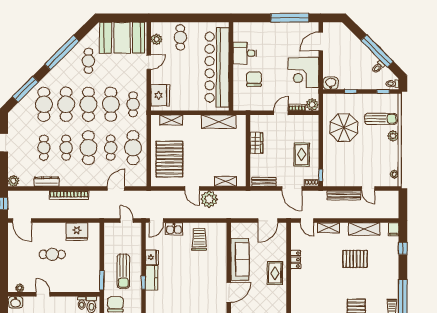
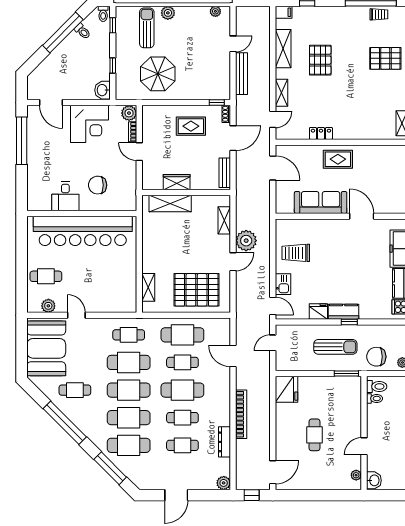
fridge: (160, 95) -> (118, 301), removed
shelving: (219, 122) -> (170, 203), moved, turned 90
fridge: (77, 232) -> (287, 389), moved

